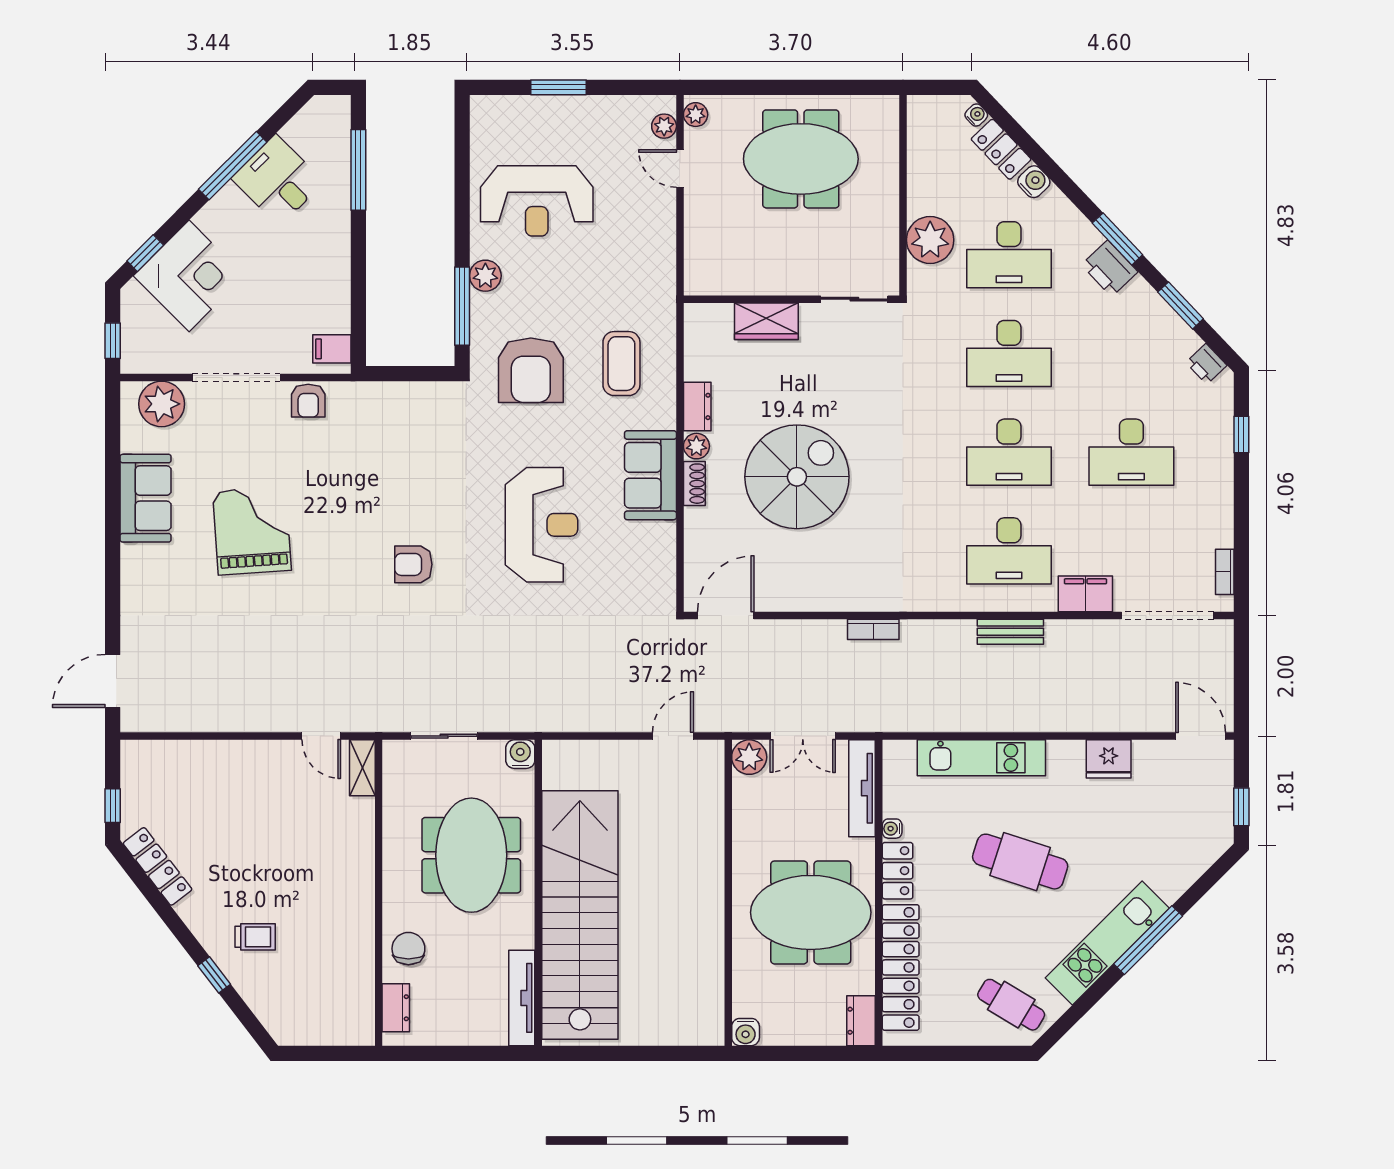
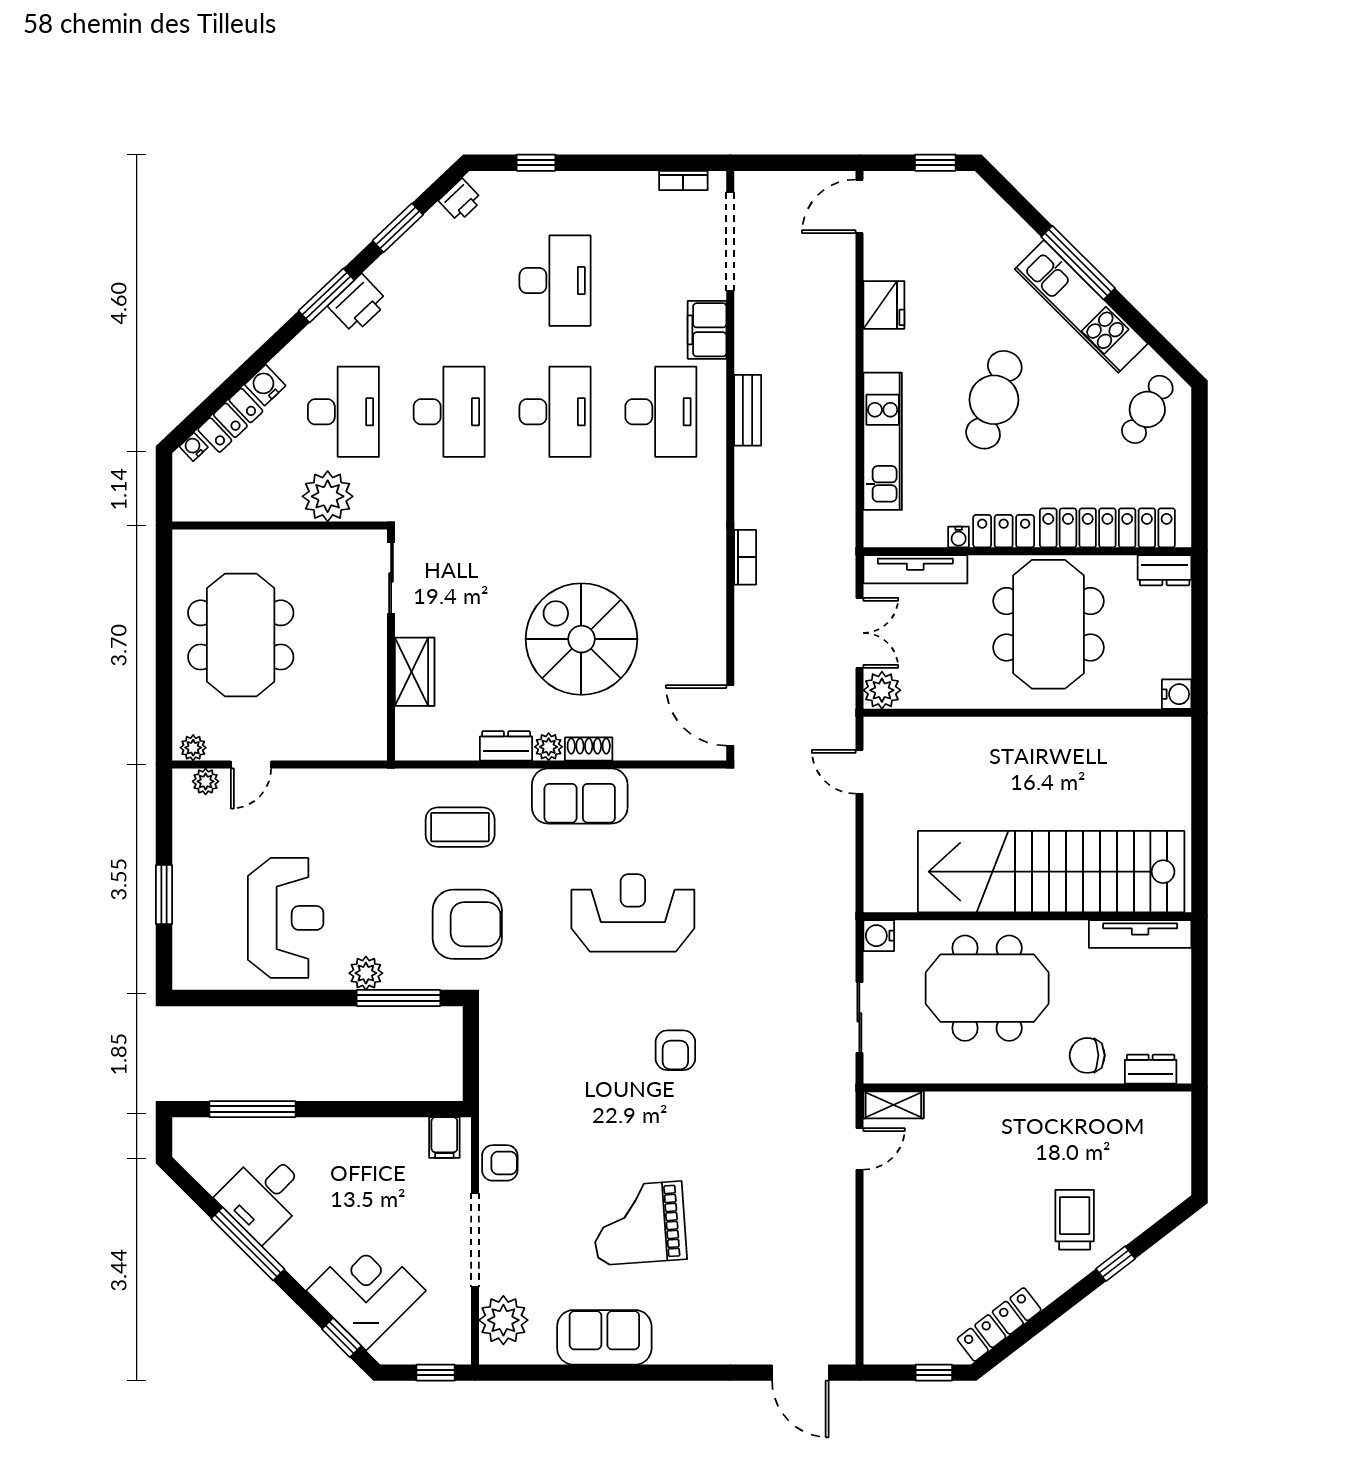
trolley: (255, 937) -> (1075, 1220), width x1.36, depth x1.39

